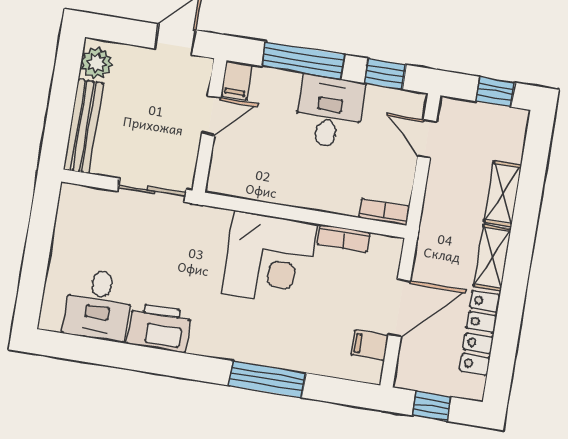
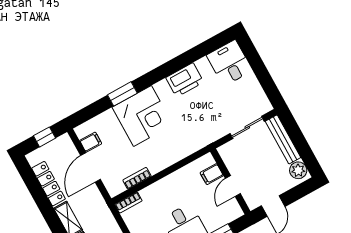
filing cabinet: (237, 80) -> (212, 174), moved, turned -90
sliding door: (152, 190) -> (247, 127), moved
corner desk: (269, 258) -> (143, 116), moved, turned 180
desk: (98, 305) -> (229, 63), moved
window: (267, 379) -> (122, 94), width x0.69

